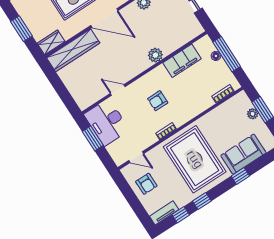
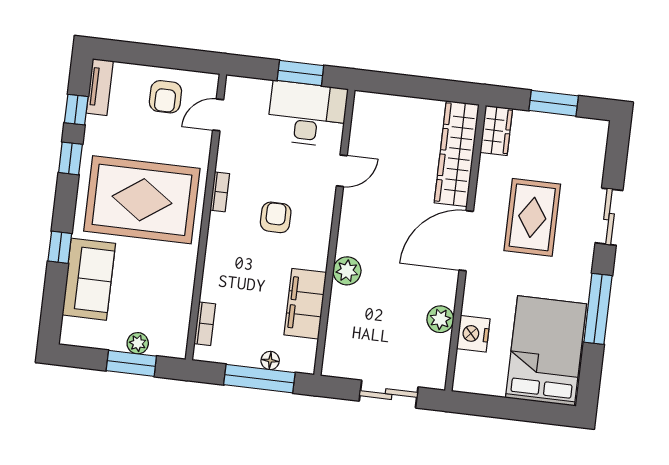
armchair: (146, 184) -> (165, 97), turned -90

